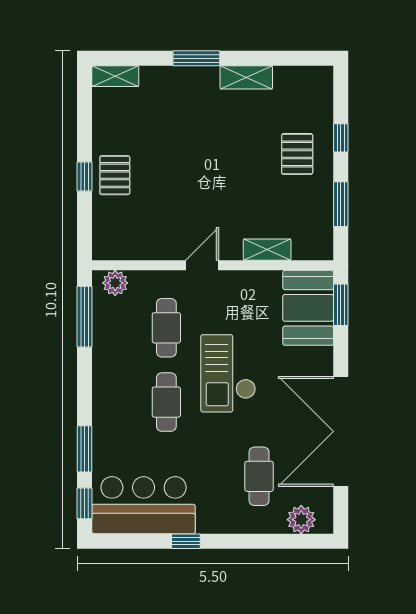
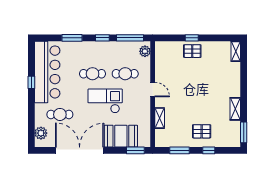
window: (196, 58) -> (244, 132), moved
booth: (308, 308) -> (121, 136), moved
window: (85, 503) -> (102, 38), moved
bar counter: (144, 505) -> (47, 72), width x1.36

